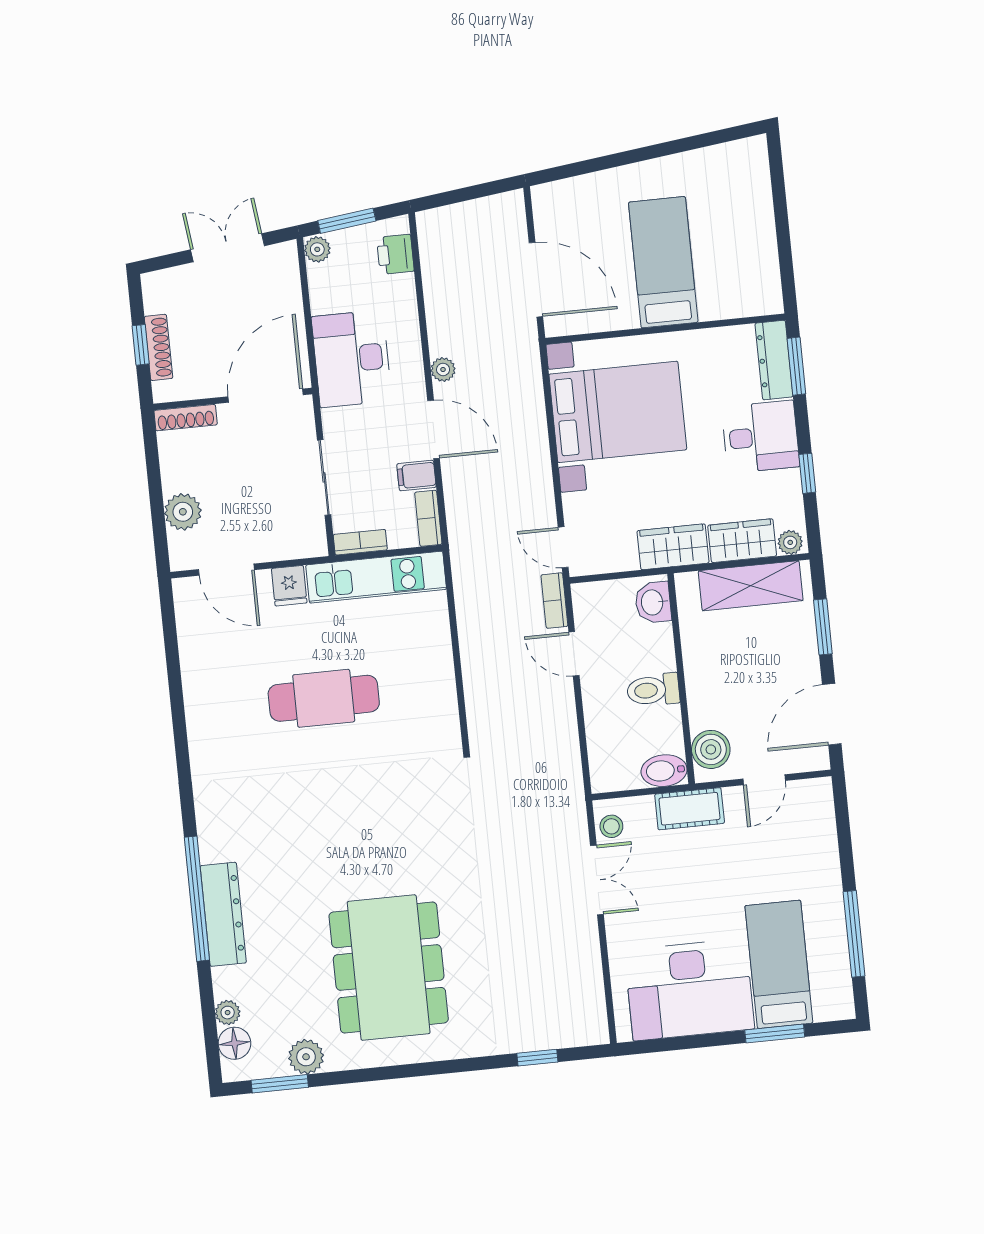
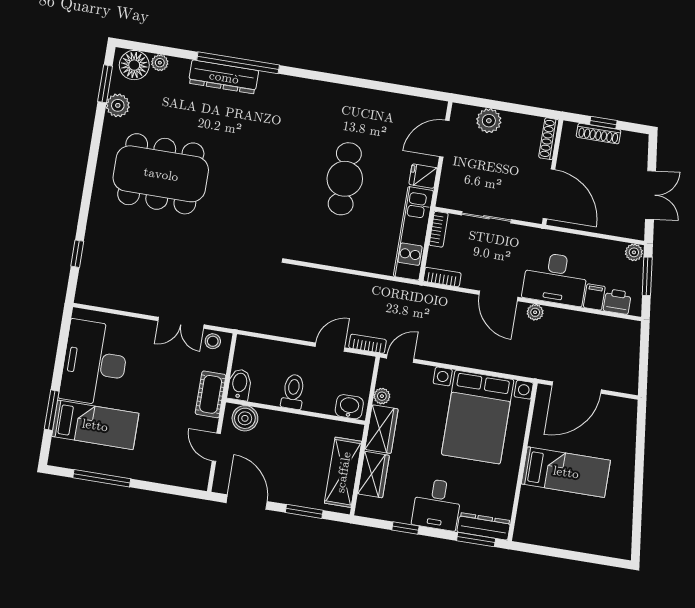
desk: (352, 359) -> (555, 279), moved, turned 180
door: (434, 429) -> (498, 296), hinge flipped
filing cabinet: (416, 476) -> (594, 297), moved
plant: (790, 542) -> (382, 396), moved
floor lamp: (234, 1043) -> (134, 65), width x1.38, depth x1.38

